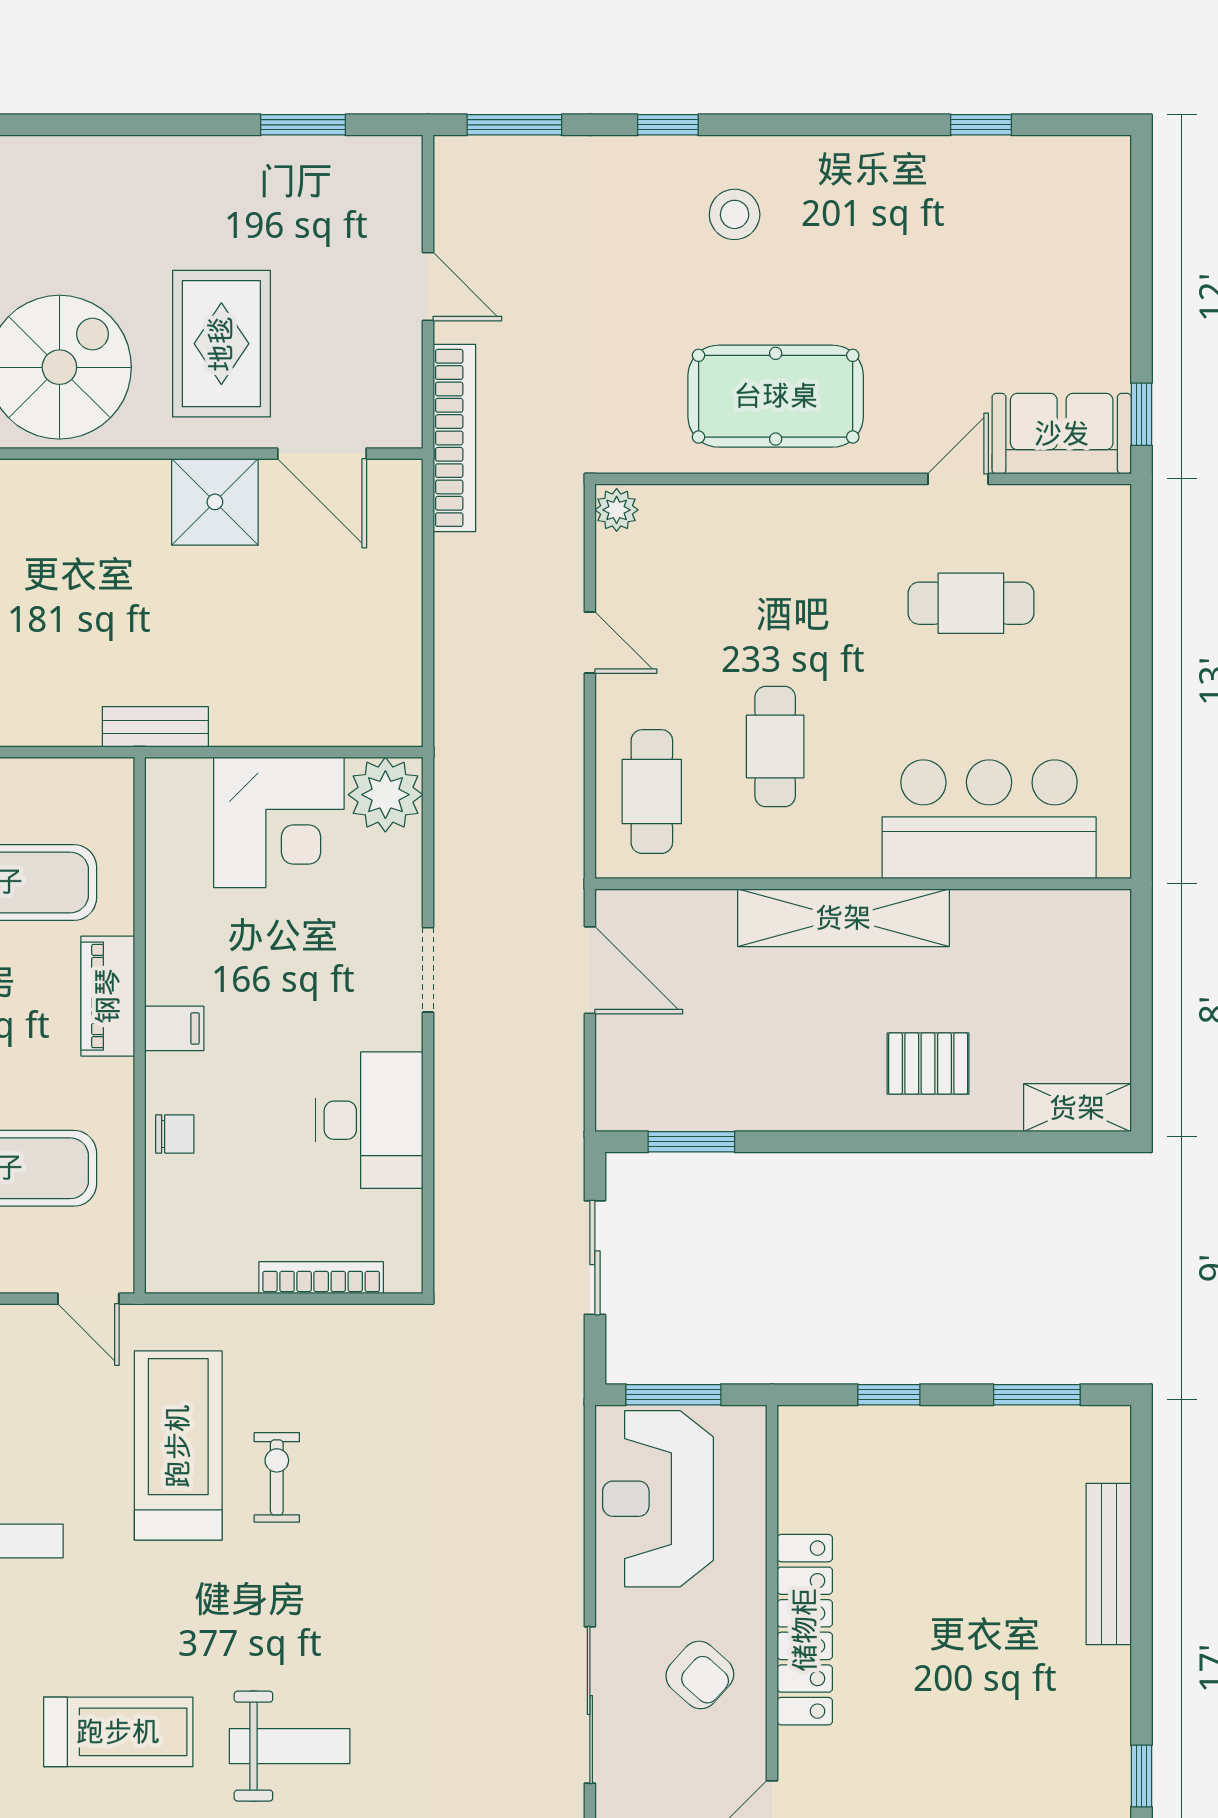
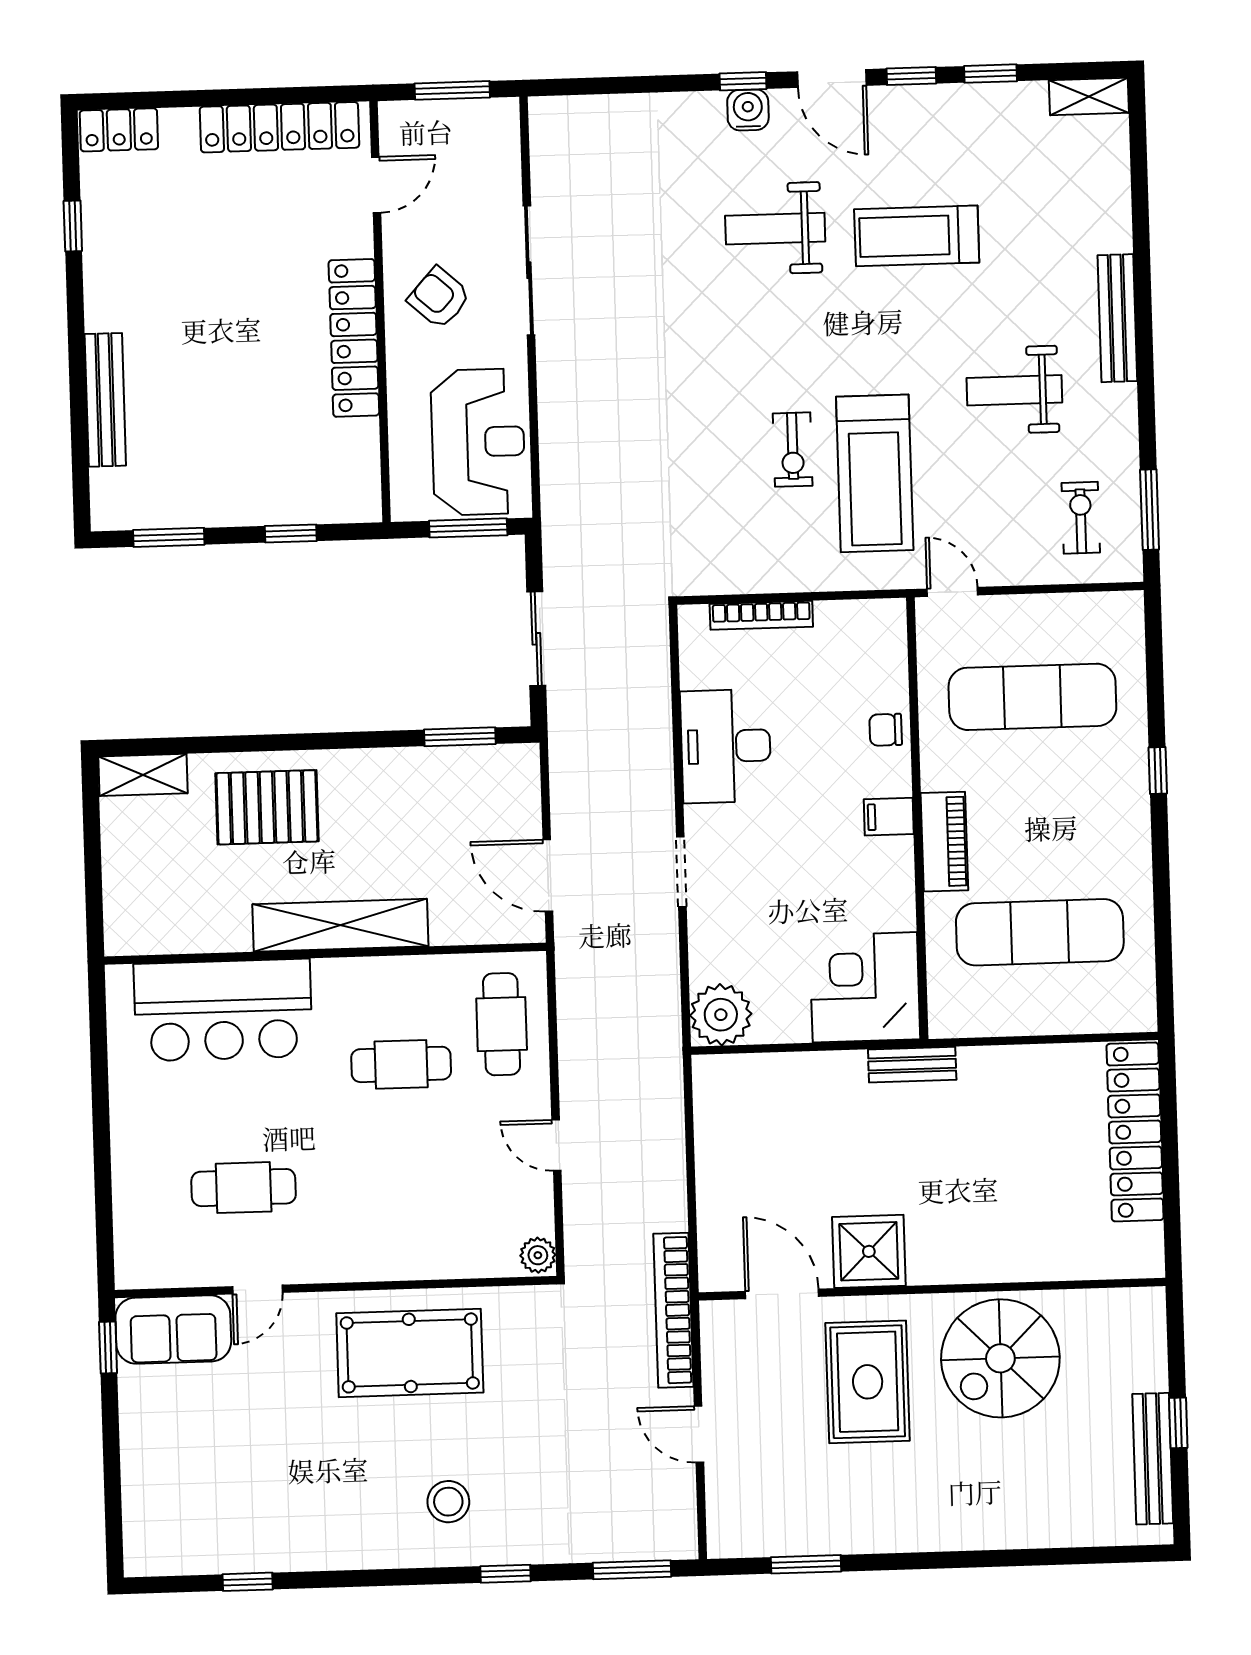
cafe table: (775, 747) -> (401, 1064), turned 90
corner desk: (279, 822) -> (865, 987), moved
pallet: (928, 1064) -> (267, 807), width x1.50, depth x1.42

